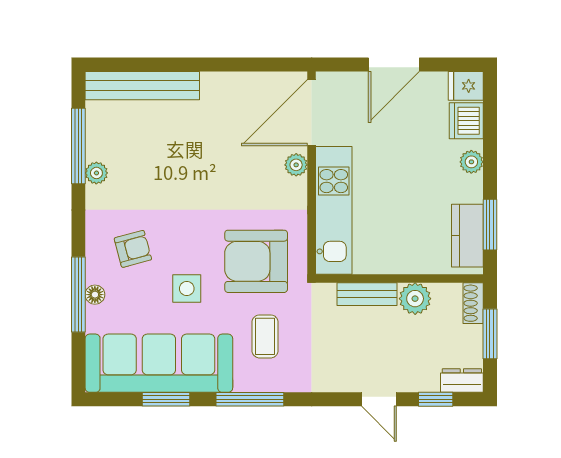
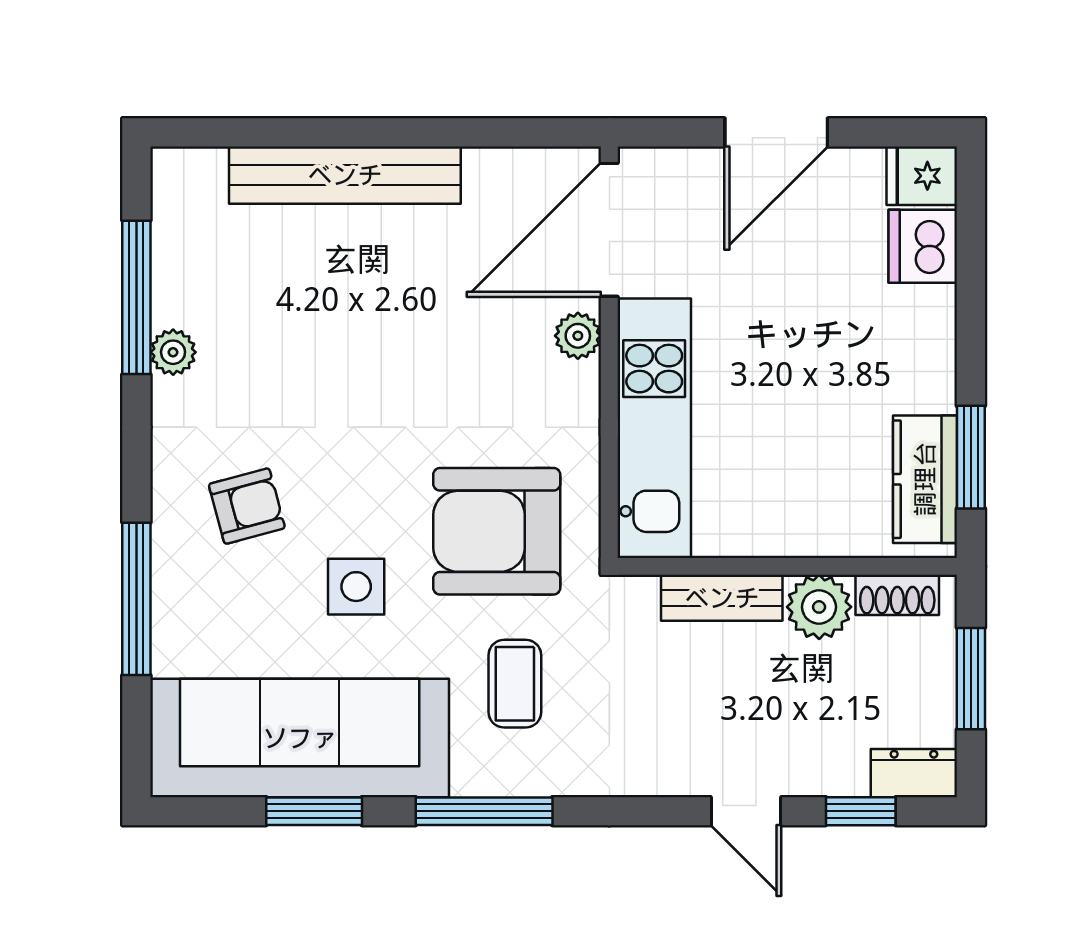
bench: (142, 86) -> (345, 175), moved
plant: (471, 162) -> (933, 330), removed
floor lamp: (95, 295) -> (170, 599), removed
shoe rack: (473, 303) -> (897, 595), moved, turned -90

